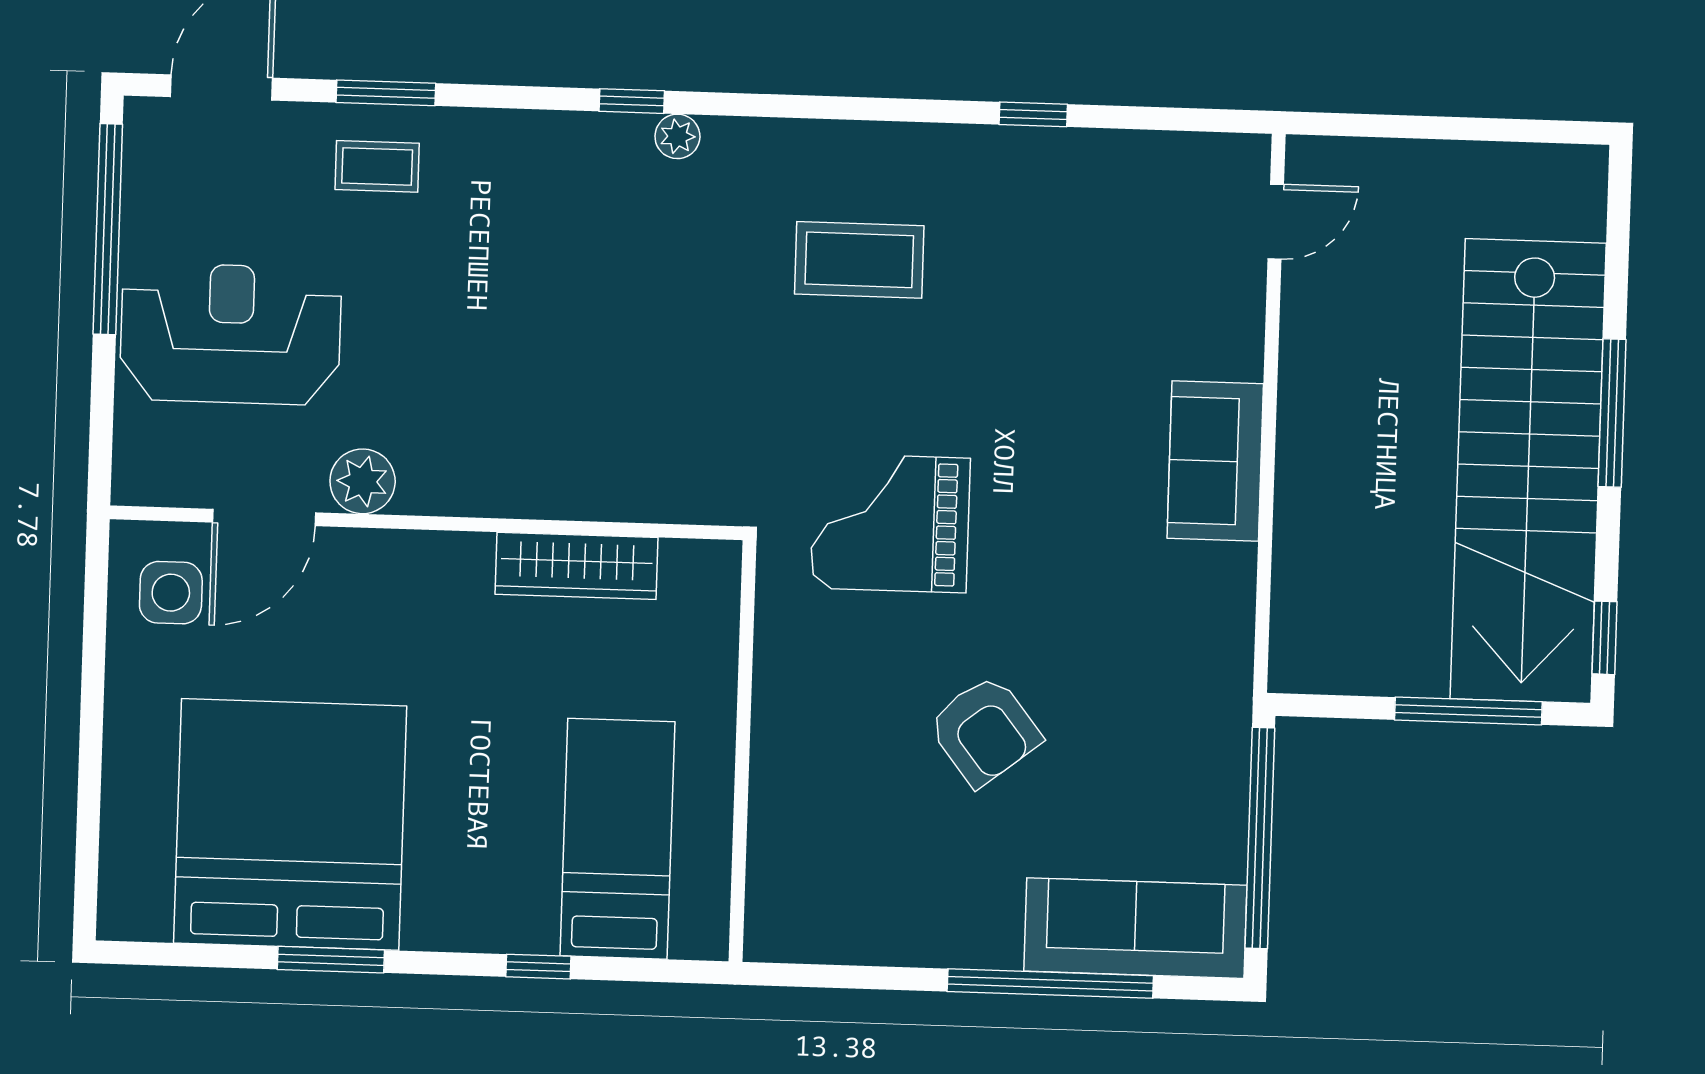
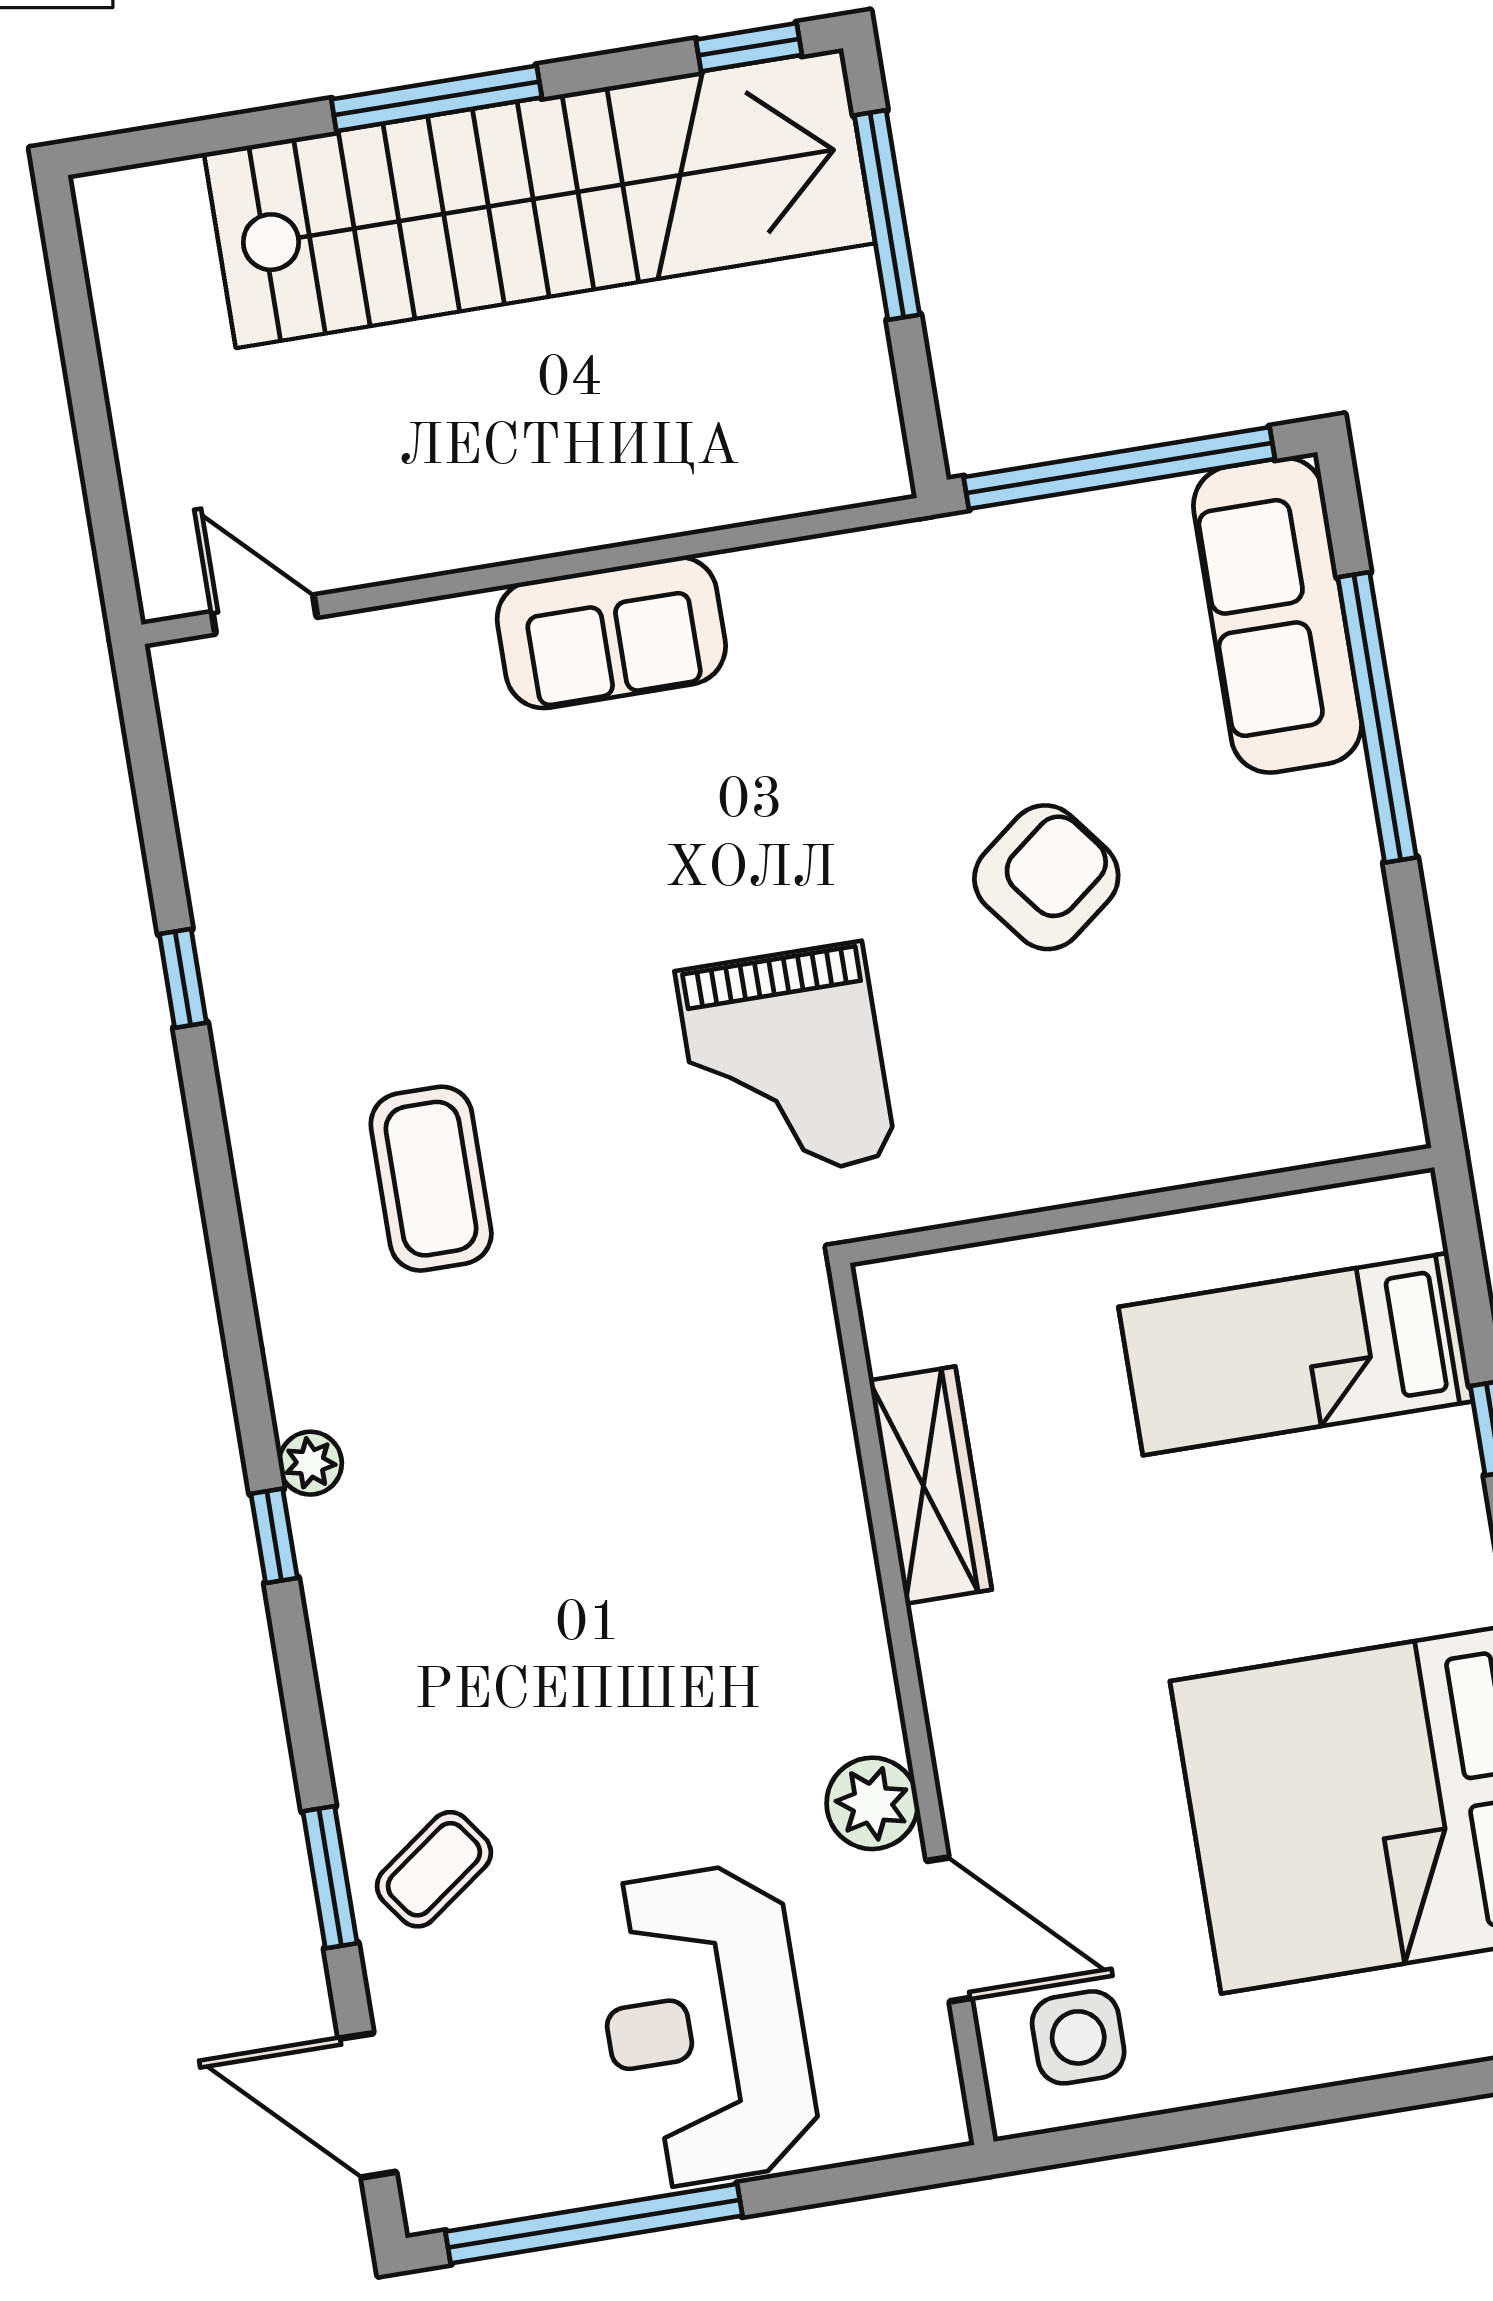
coffee table: (377, 166) -> (434, 1869), turned 54

